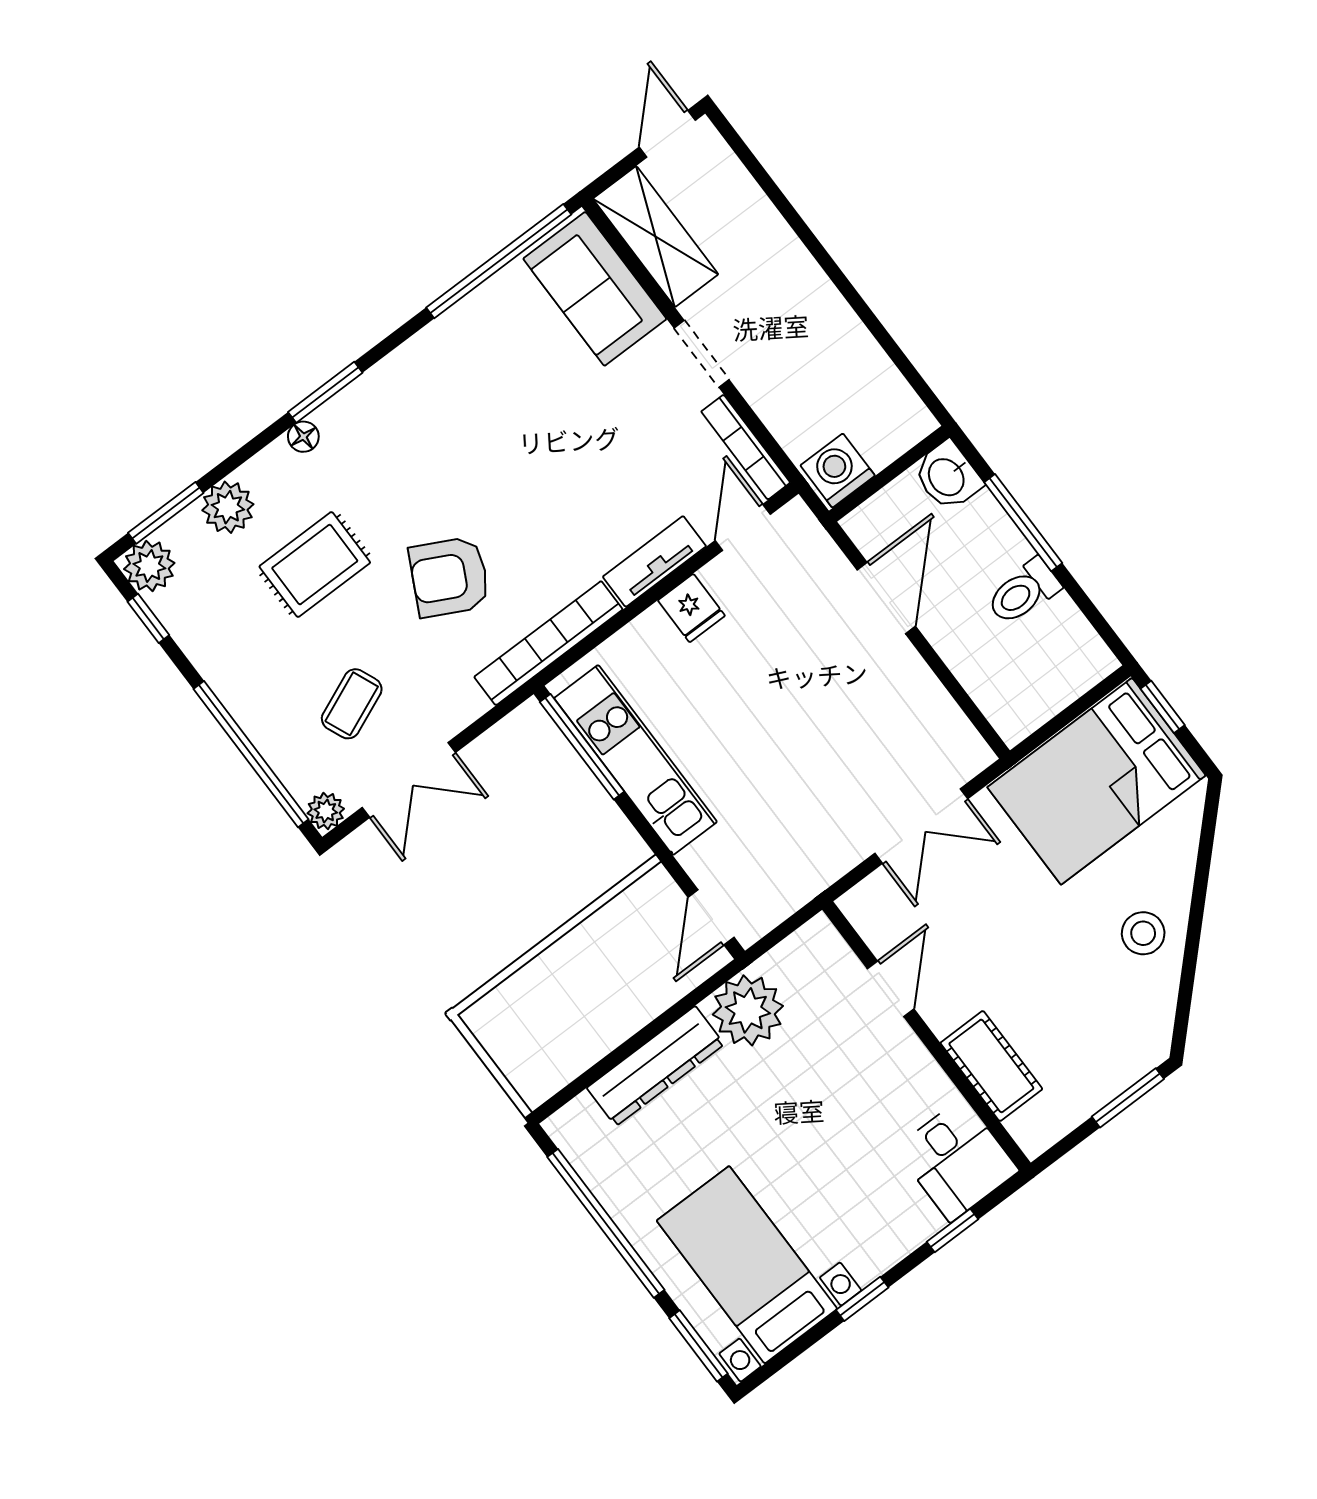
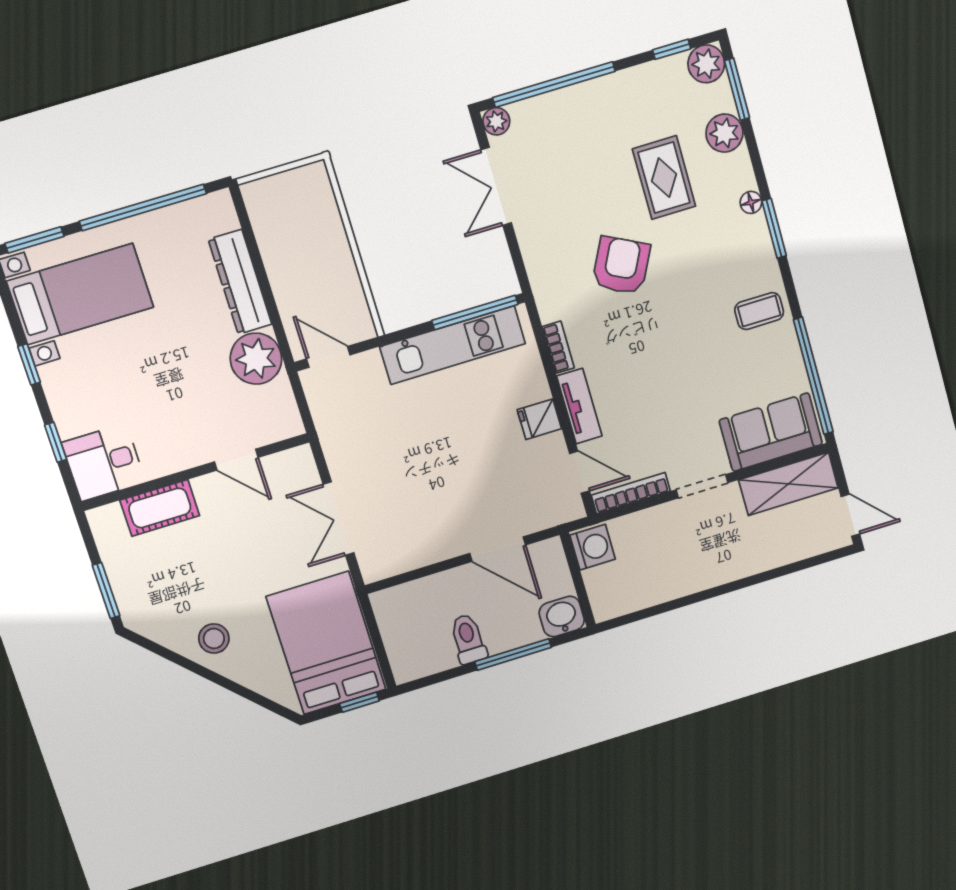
bookcase: (548, 643) -> (558, 347), width x0.43, depth x0.76
coffee table: (352, 704) -> (759, 311), moved, turned -67

